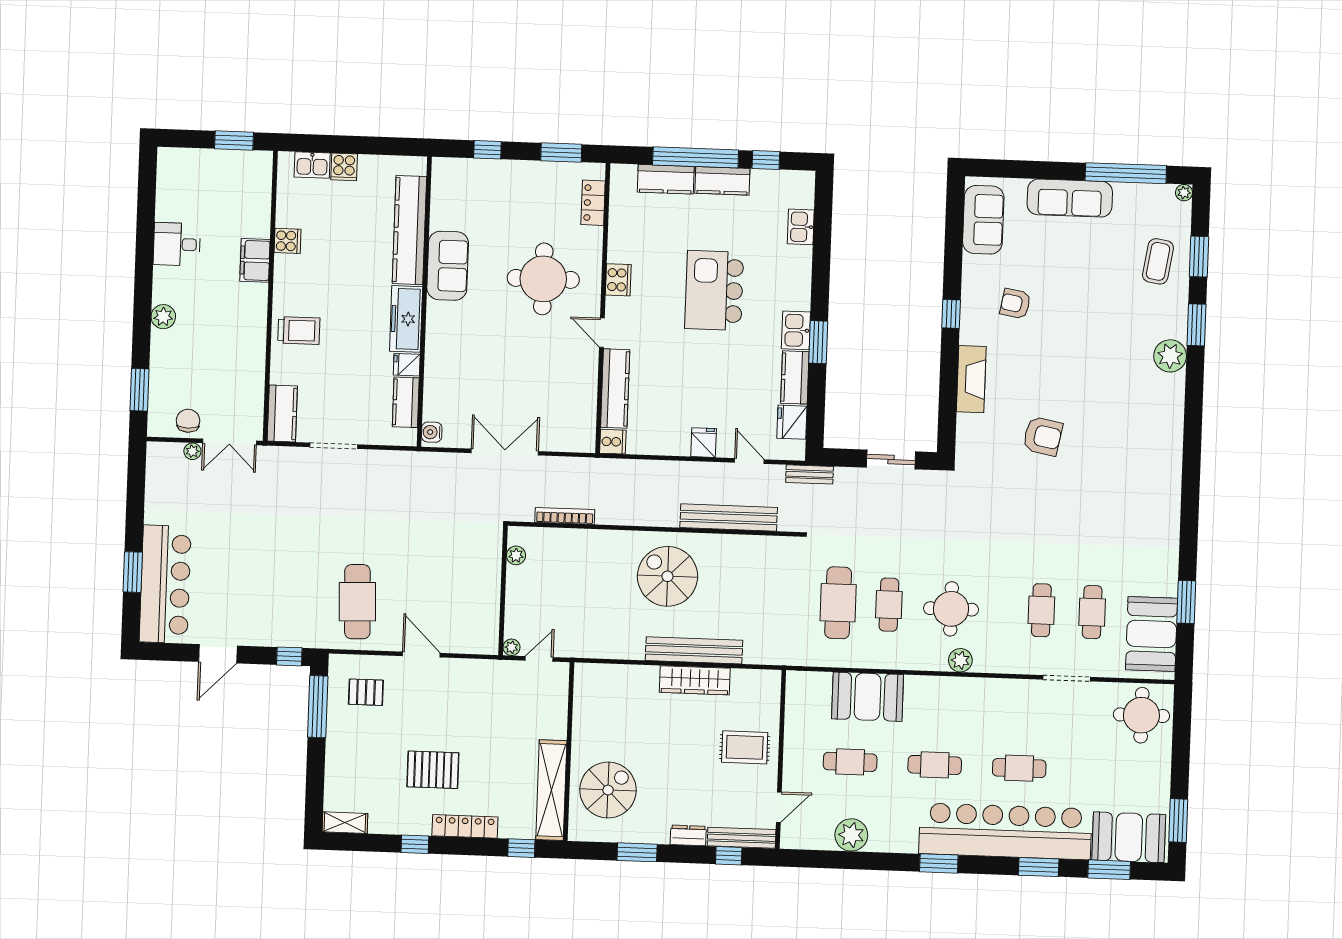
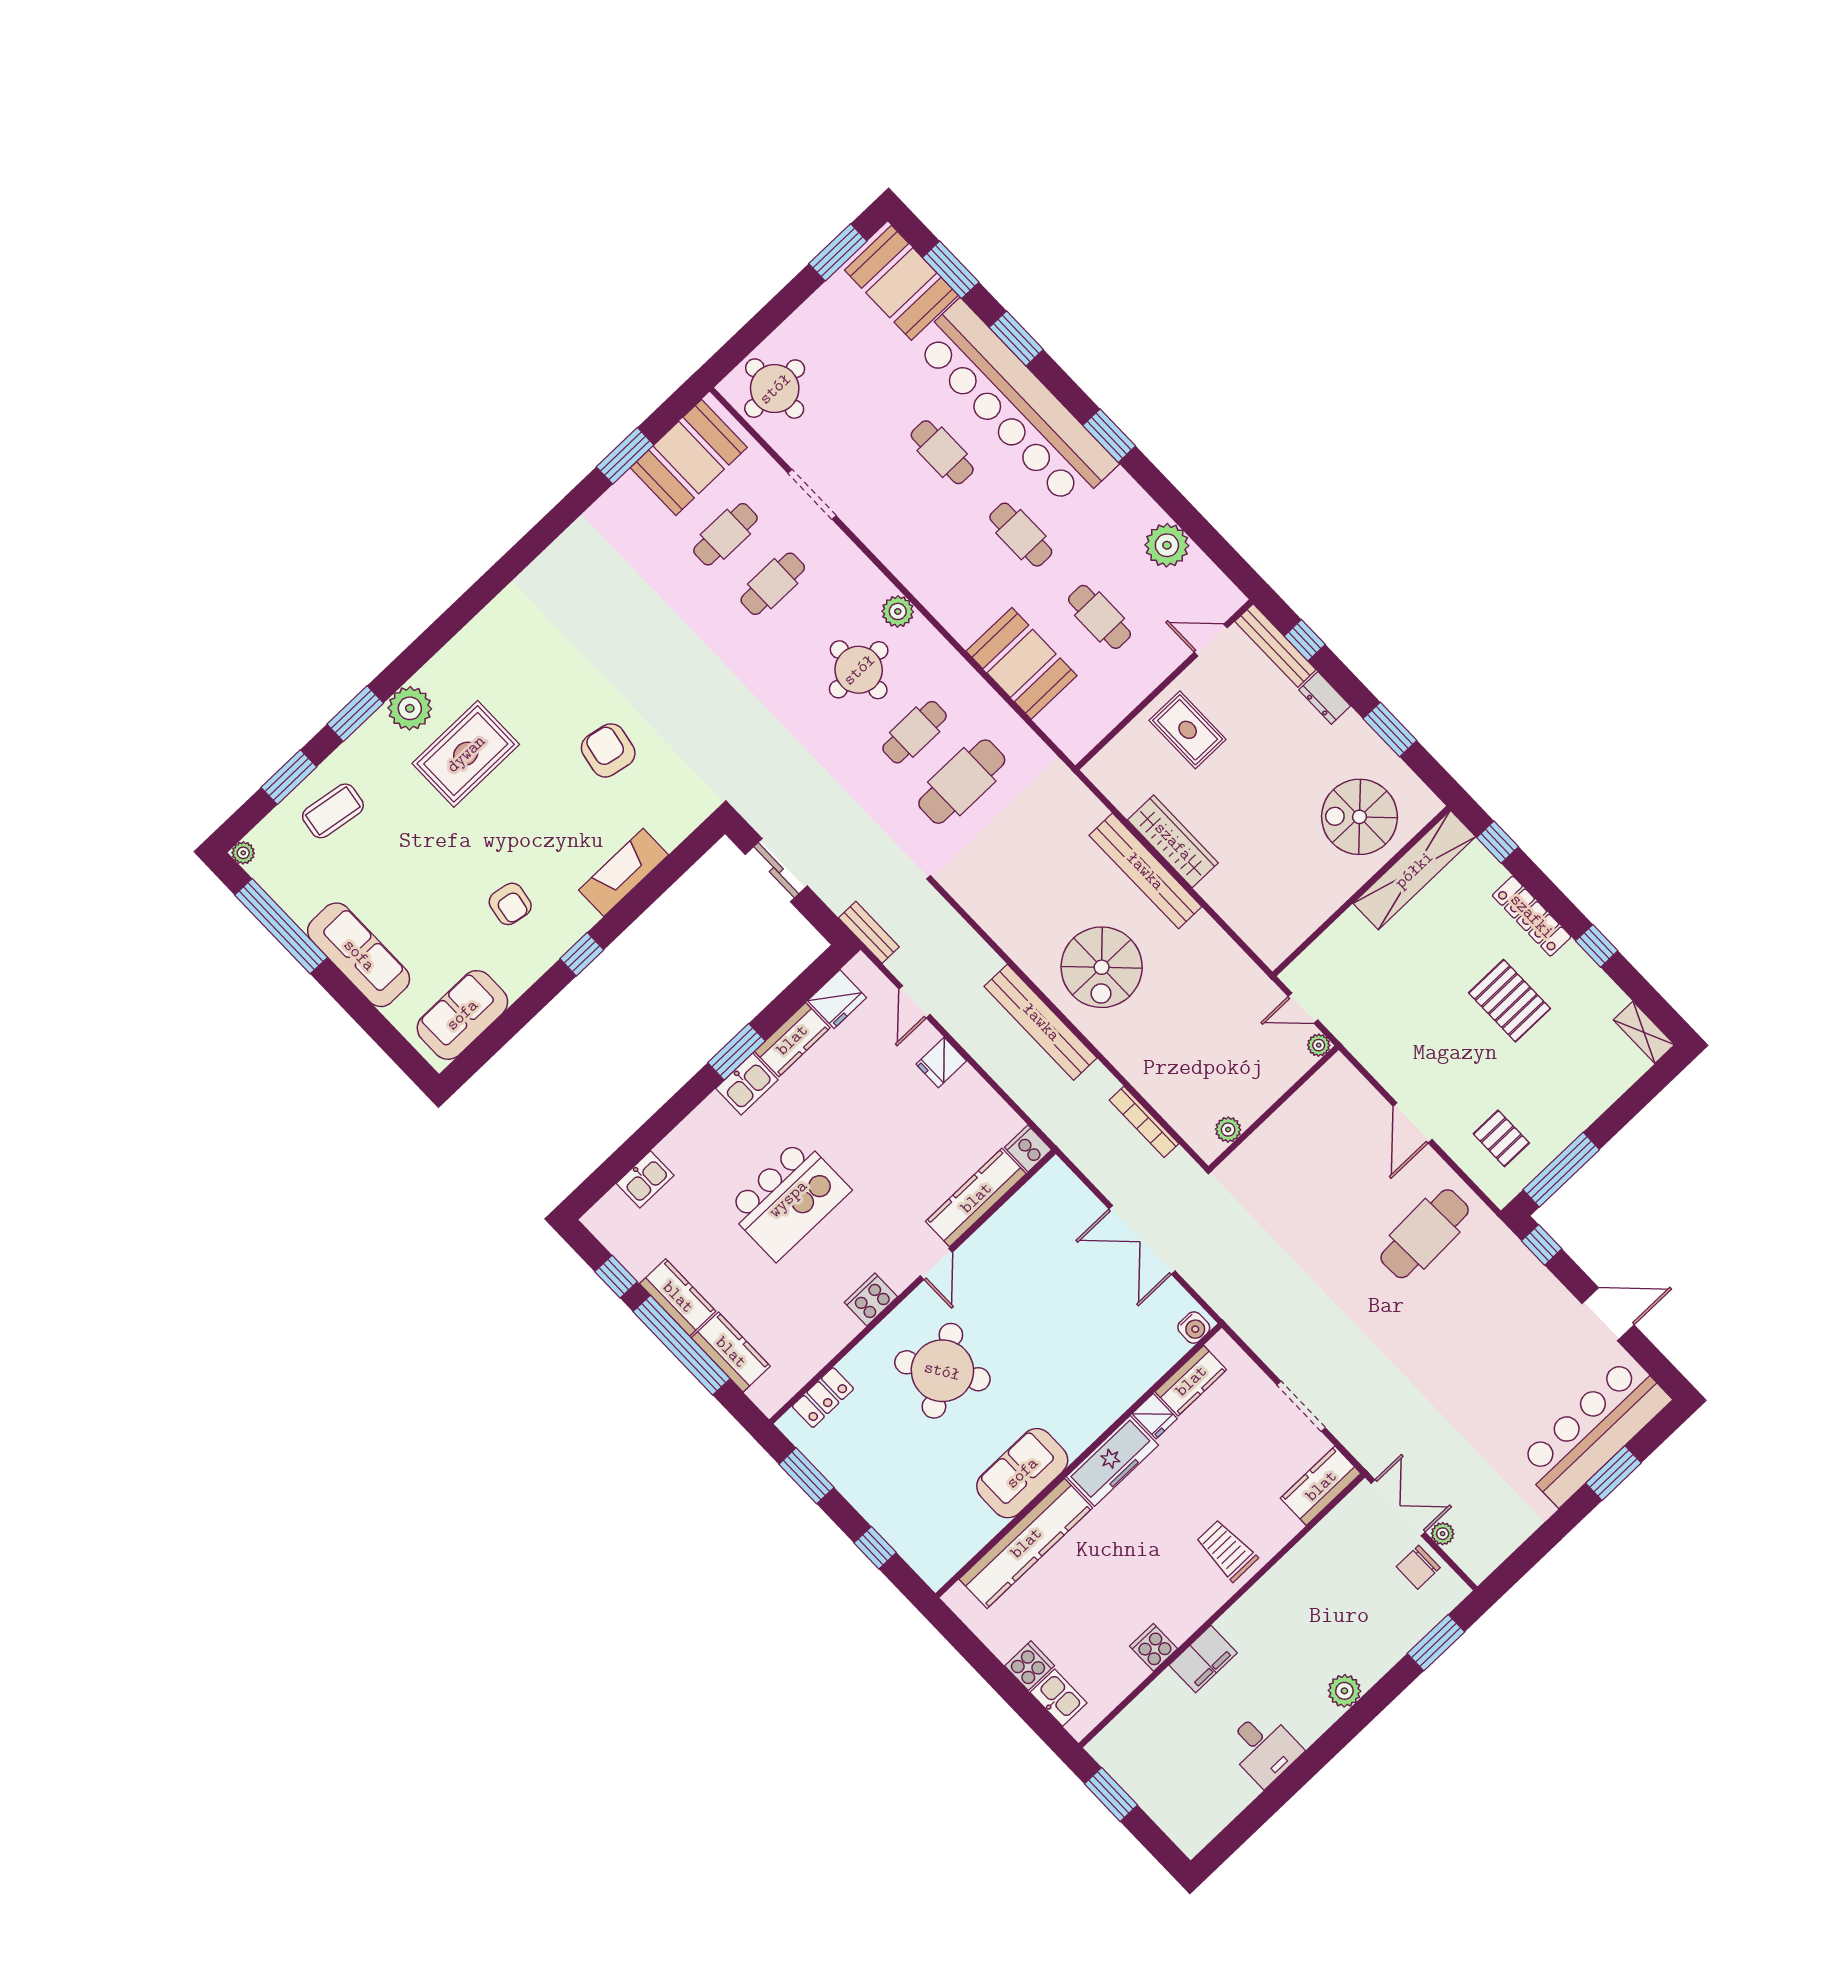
round table: (543, 279) -> (942, 1371), turned -33
rug: (1117, 361) -> (466, 754), added
bench: (729, 517) -> (1041, 1022), moved

